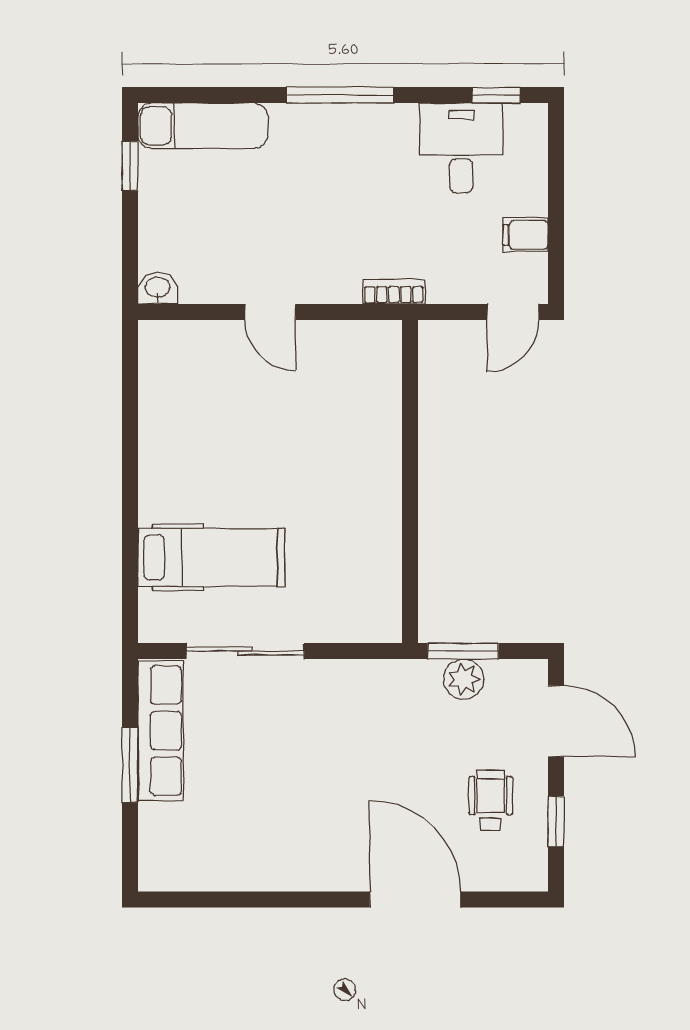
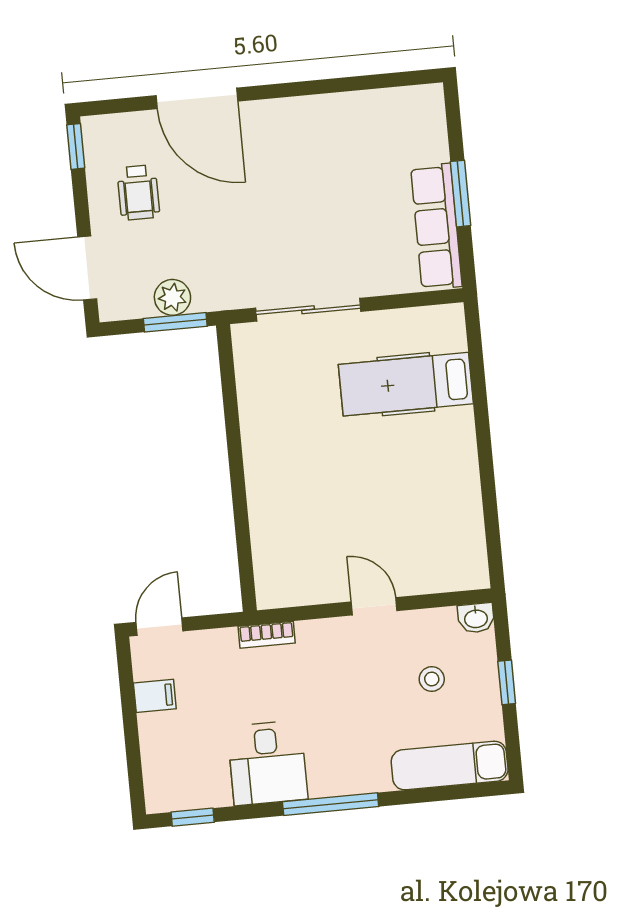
desk: (461, 148) -> (267, 763), moved
window: (130, 166) -> (507, 682), moved
stool: (214, 224) -> (432, 679), added
sliding door: (245, 651) -> (308, 310), moved
window: (556, 822) -> (76, 146), moved

